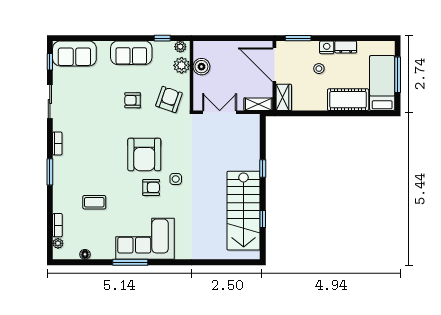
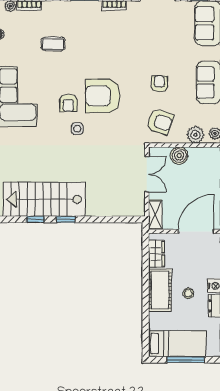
boiler: (201, 67) -> (179, 156), moved
stool: (319, 69) -> (188, 293), moved
wardrobe: (284, 97) -> (156, 254), moved, turned -90
cot: (348, 100) -> (160, 290), moved
window: (263, 168) -> (66, 219), moved
coffee table: (94, 202) -> (53, 44), turned 90

